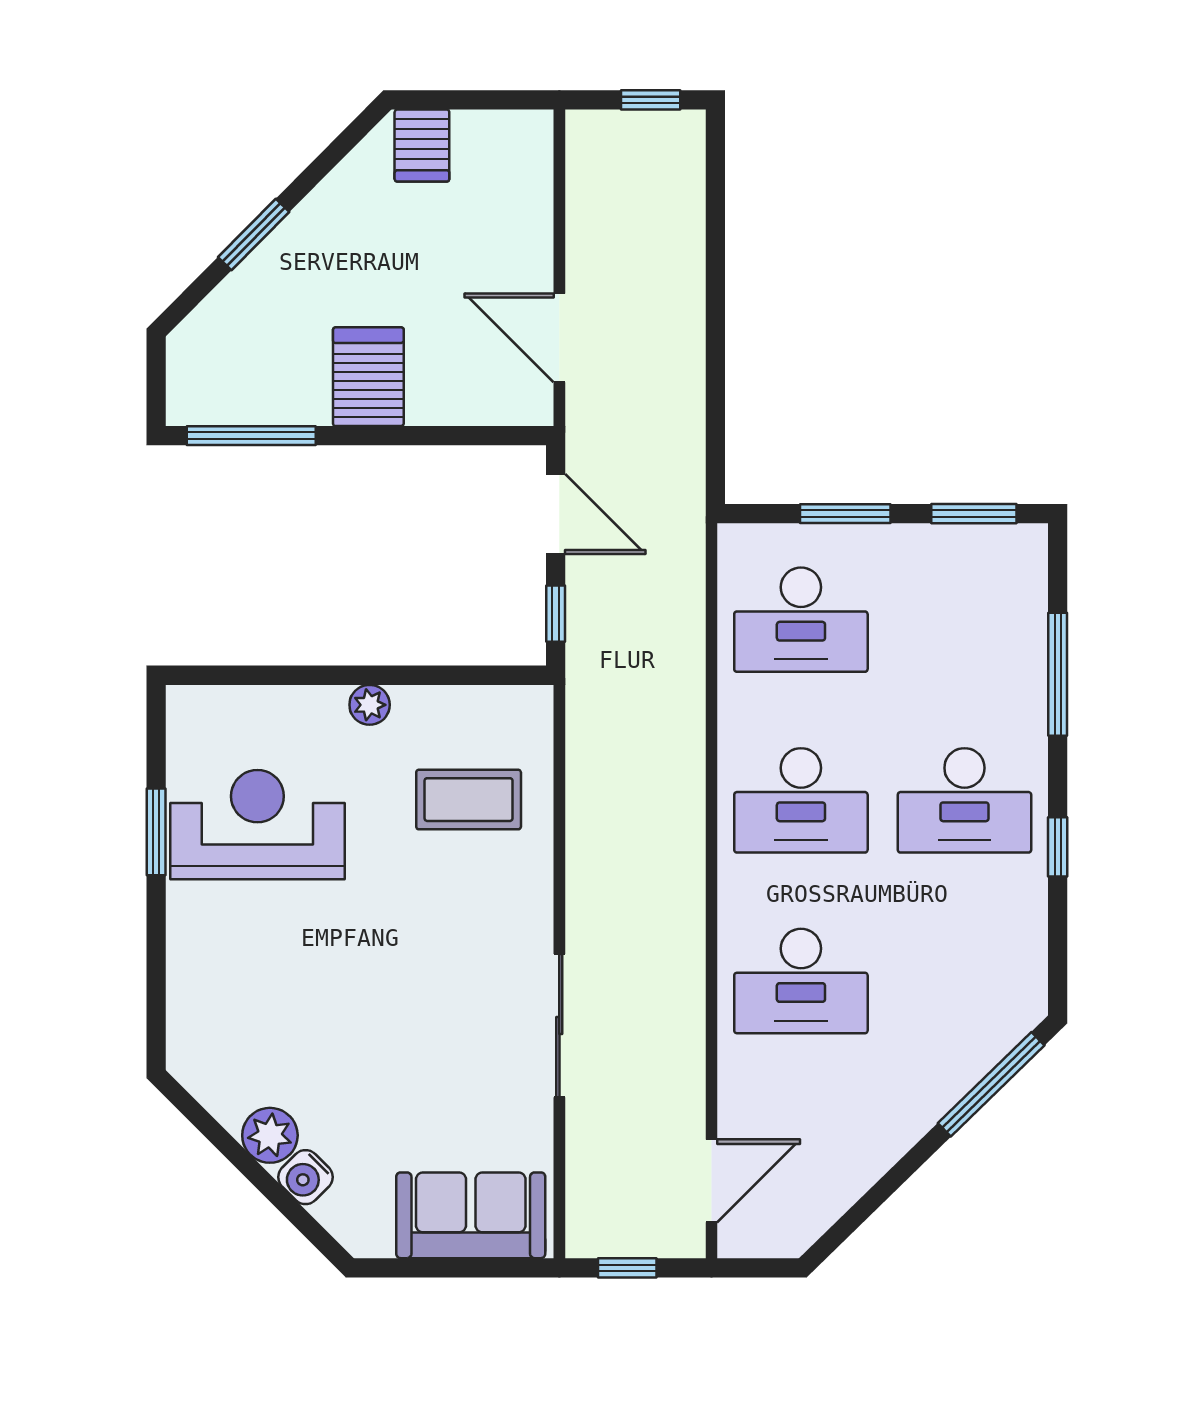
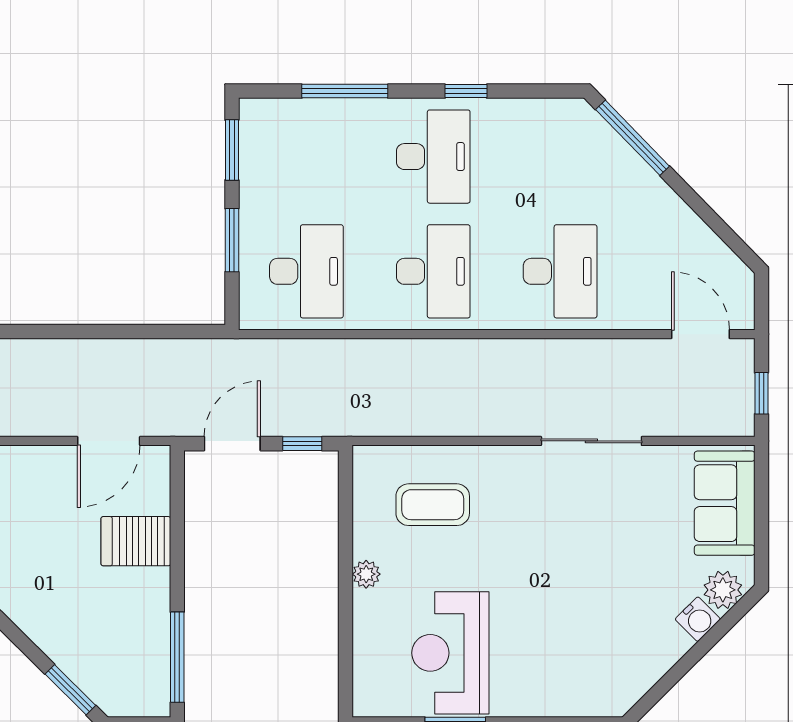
window: (254, 235) -> (70, 690), moved
server rack: (368, 377) -> (136, 541), moved
coffee table: (469, 800) -> (433, 505), turned 90
plant: (270, 1135) -> (723, 590), moved

